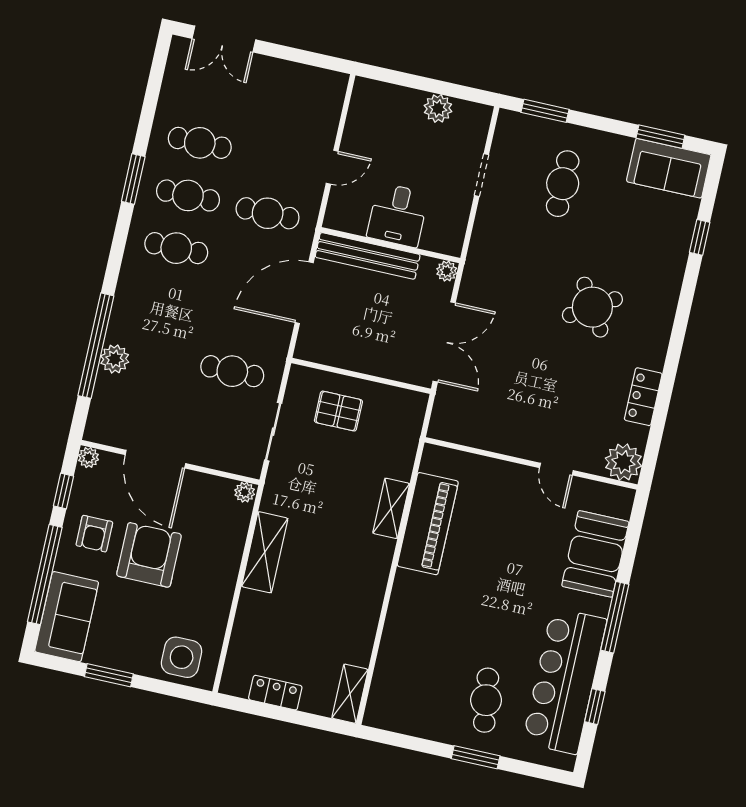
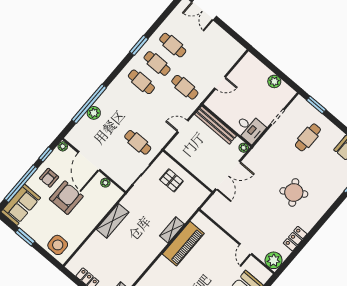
desk: (398, 215) -> (250, 128), moved, turned -90
door: (304, 293) -> (183, 126), width x0.53
plant: (245, 492) -> (105, 183), moved

